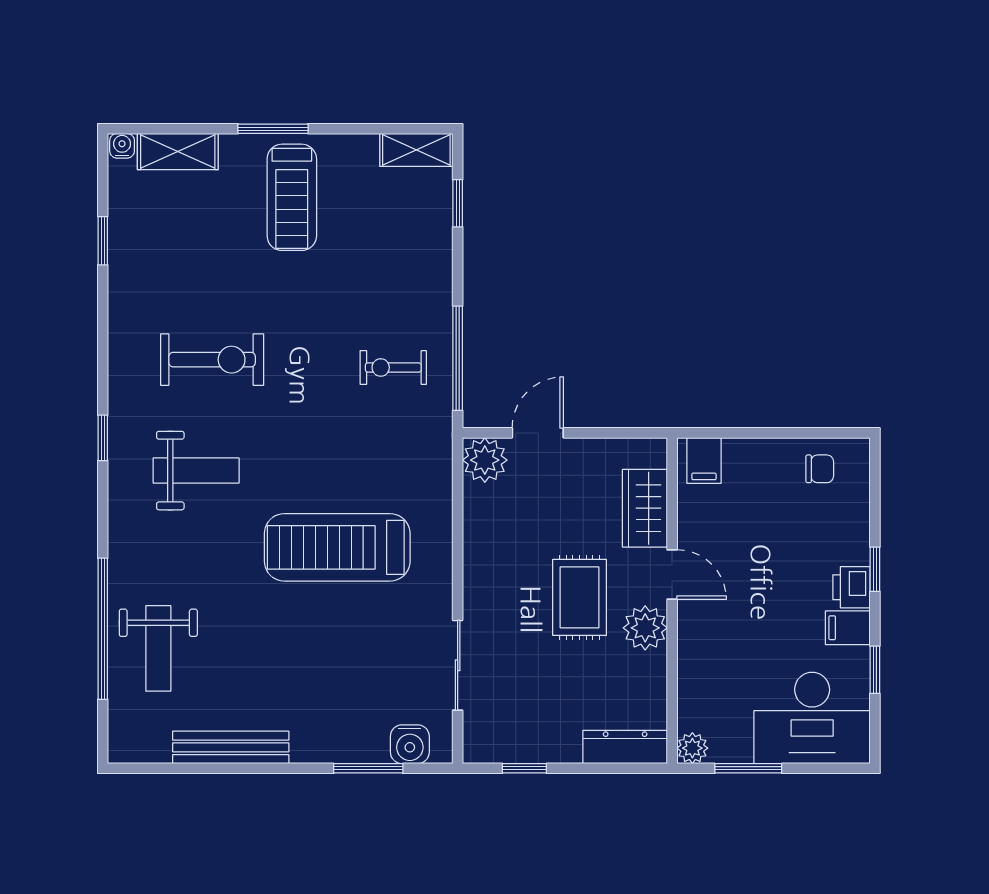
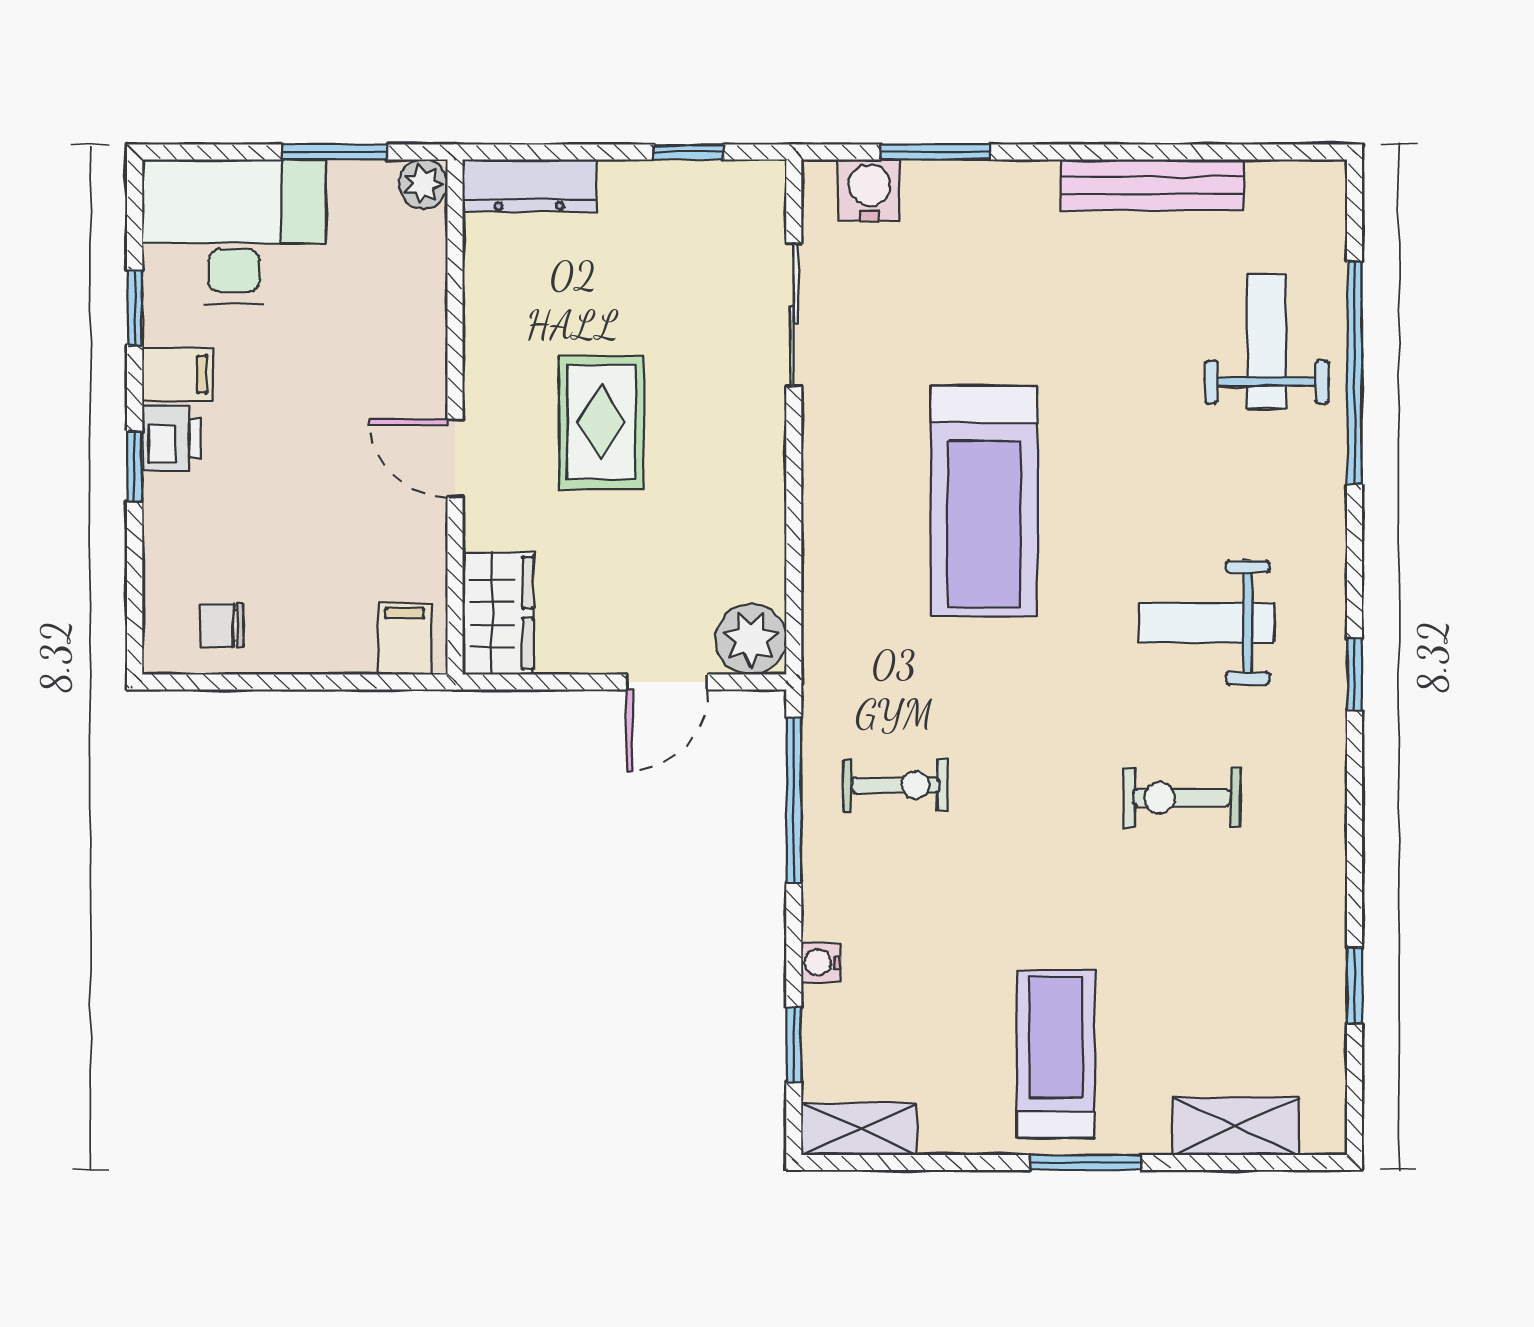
water cooler: (122, 146) -> (821, 962), moved, turned 90
exercise bike: (212, 360) -> (1182, 798), width x0.73, depth x0.72
wardrobe: (645, 508) -> (498, 613), moved
treadmill: (337, 547) -> (984, 501), turned 90
plant: (645, 628) -> (497, 374), removed

